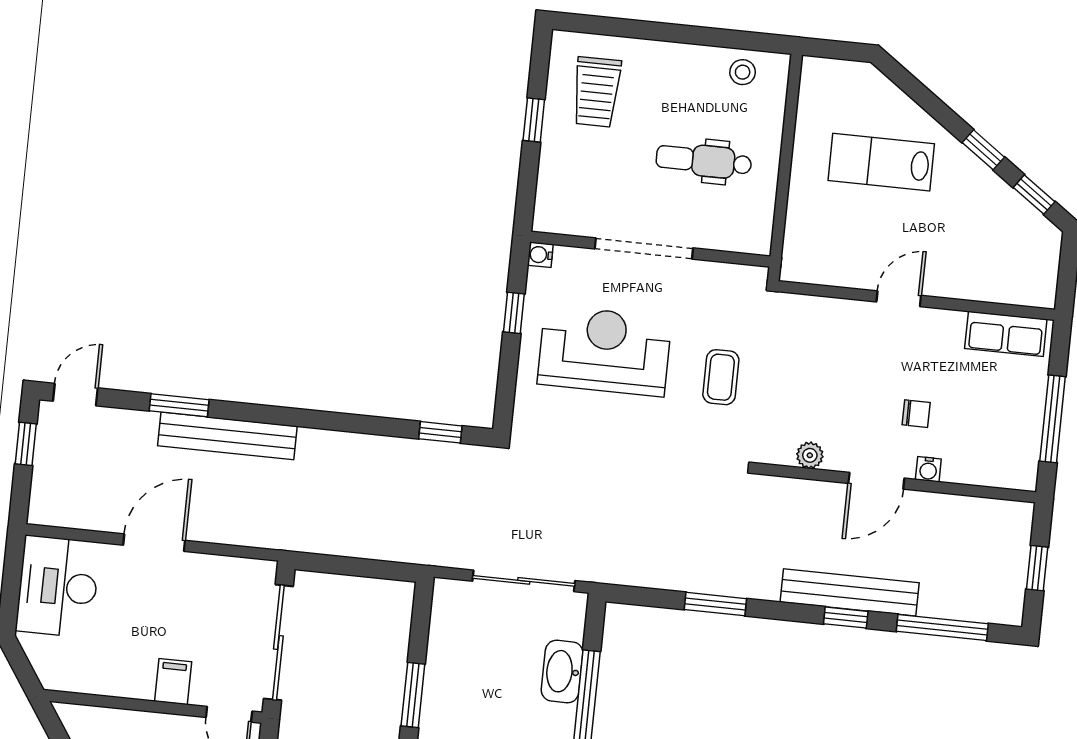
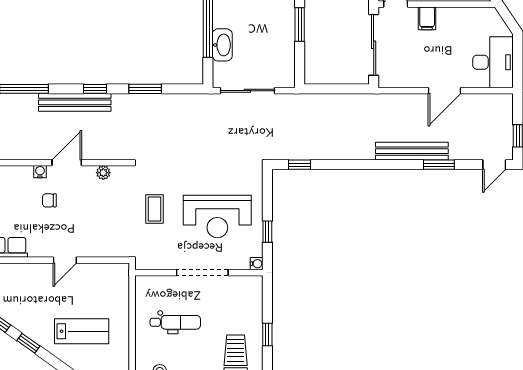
window: (846, 618) -> (95, 89), moved

